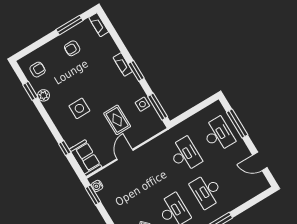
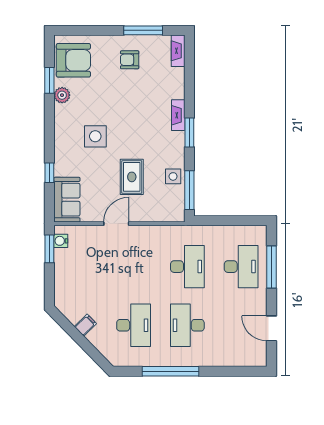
armchair: (38, 70) -> (73, 60), width x1.88, depth x1.88

